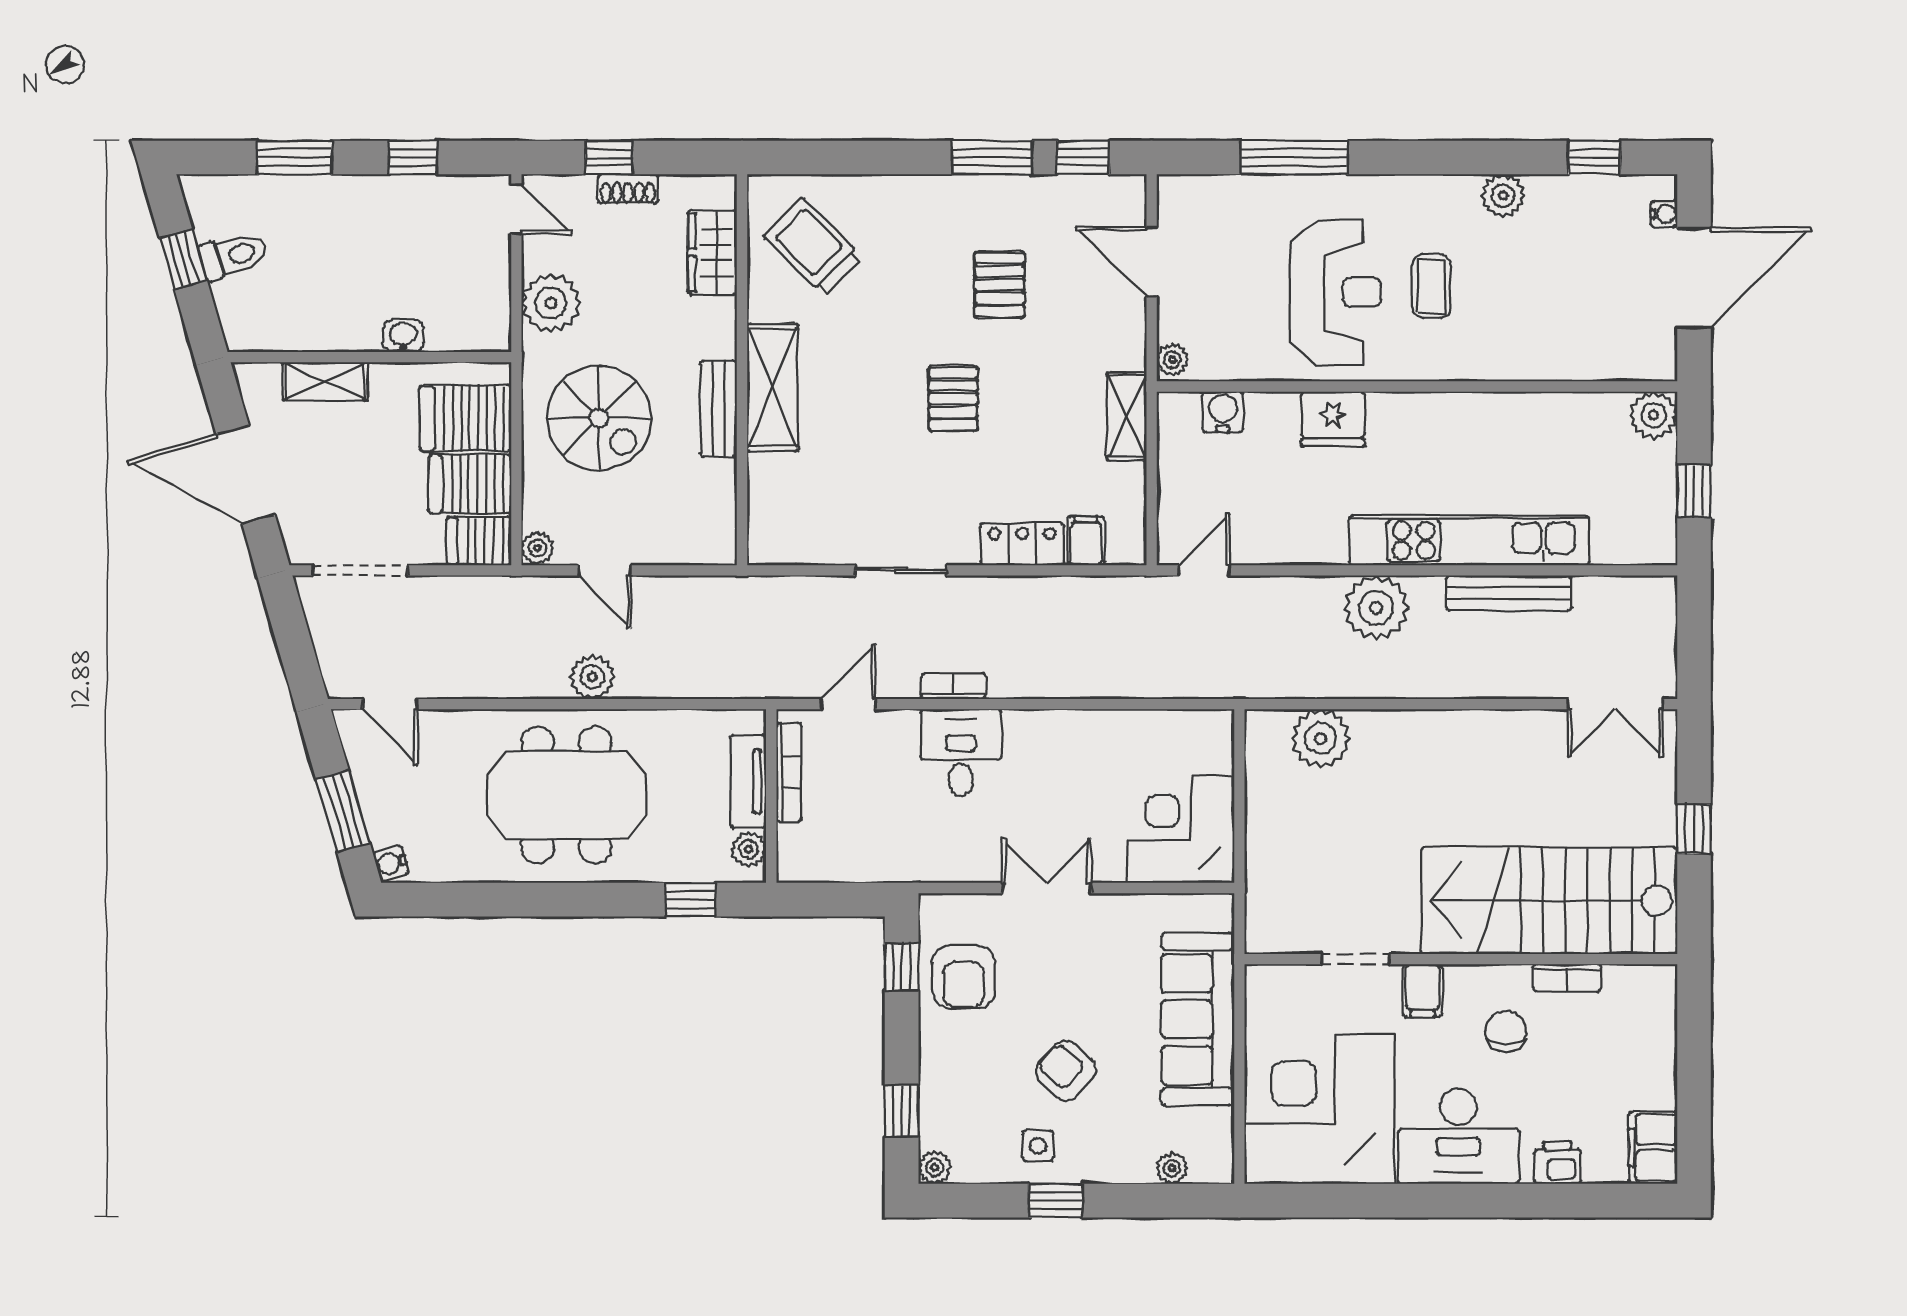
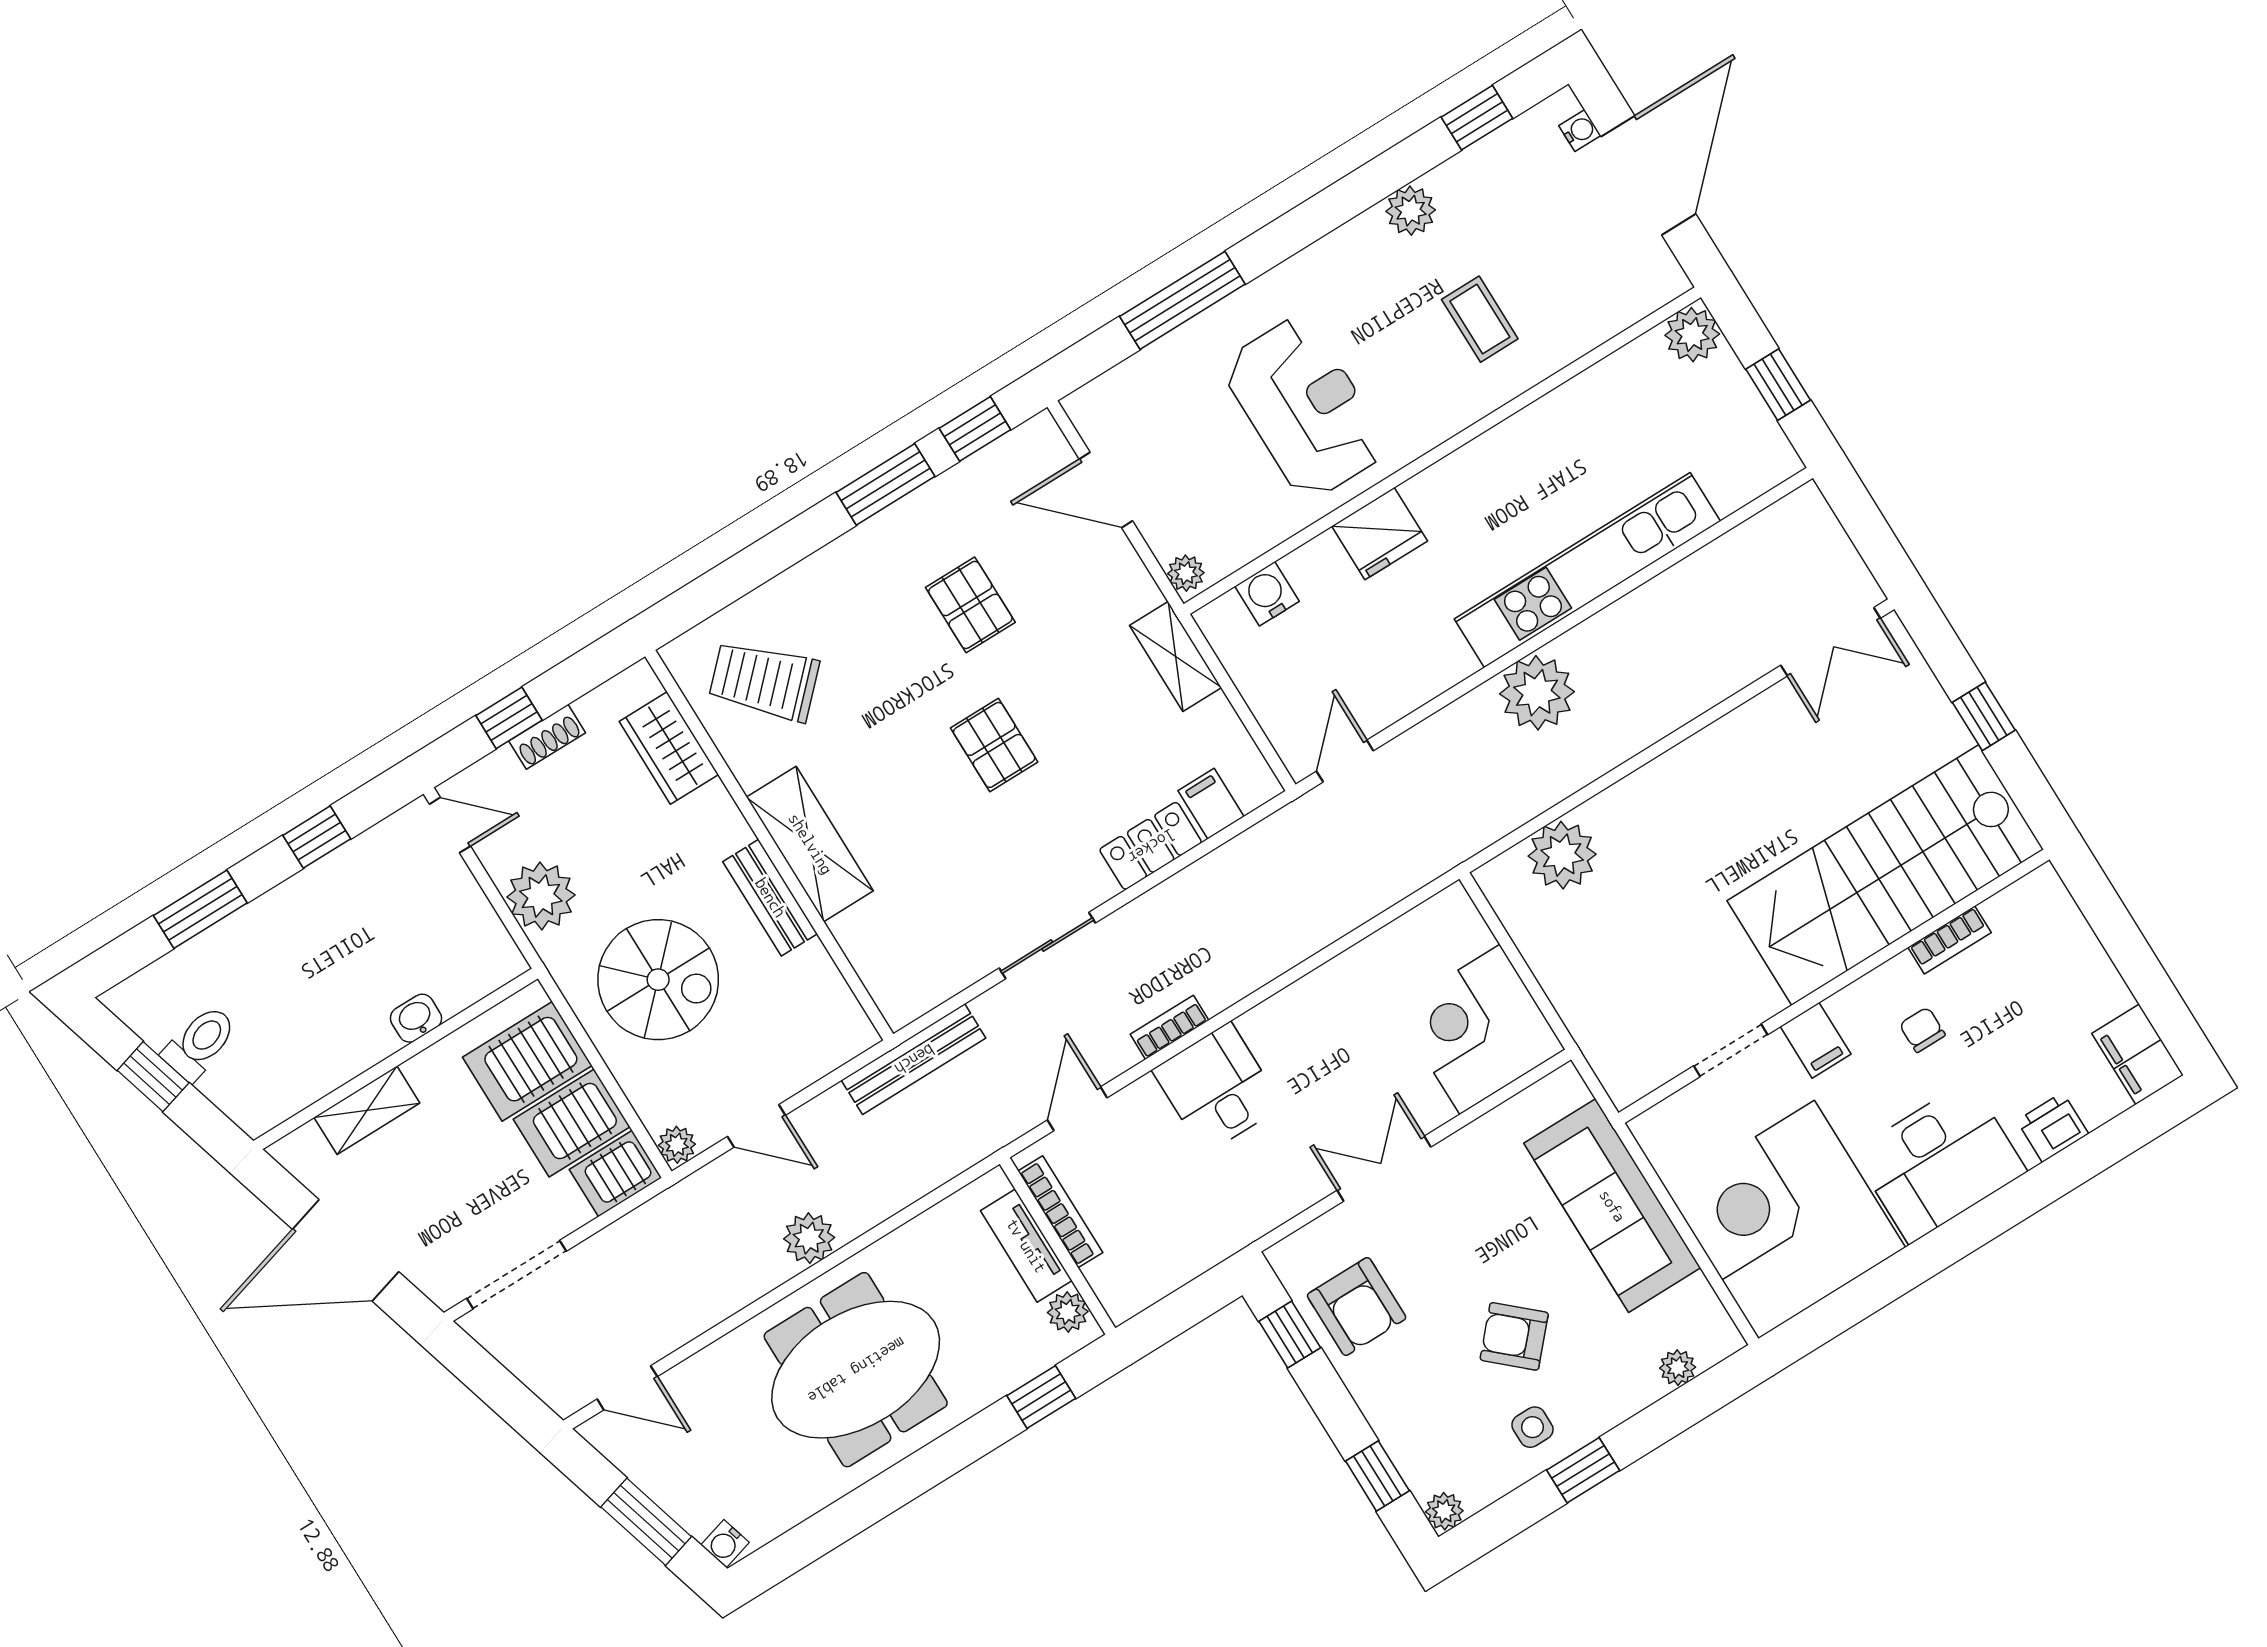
coffee table: (1431, 286) -> (1480, 319), moved
bench: (1509, 593) -> (914, 1059), moved
chair: (1506, 1031) -> (1922, 1030), width x0.73, depth x0.73

